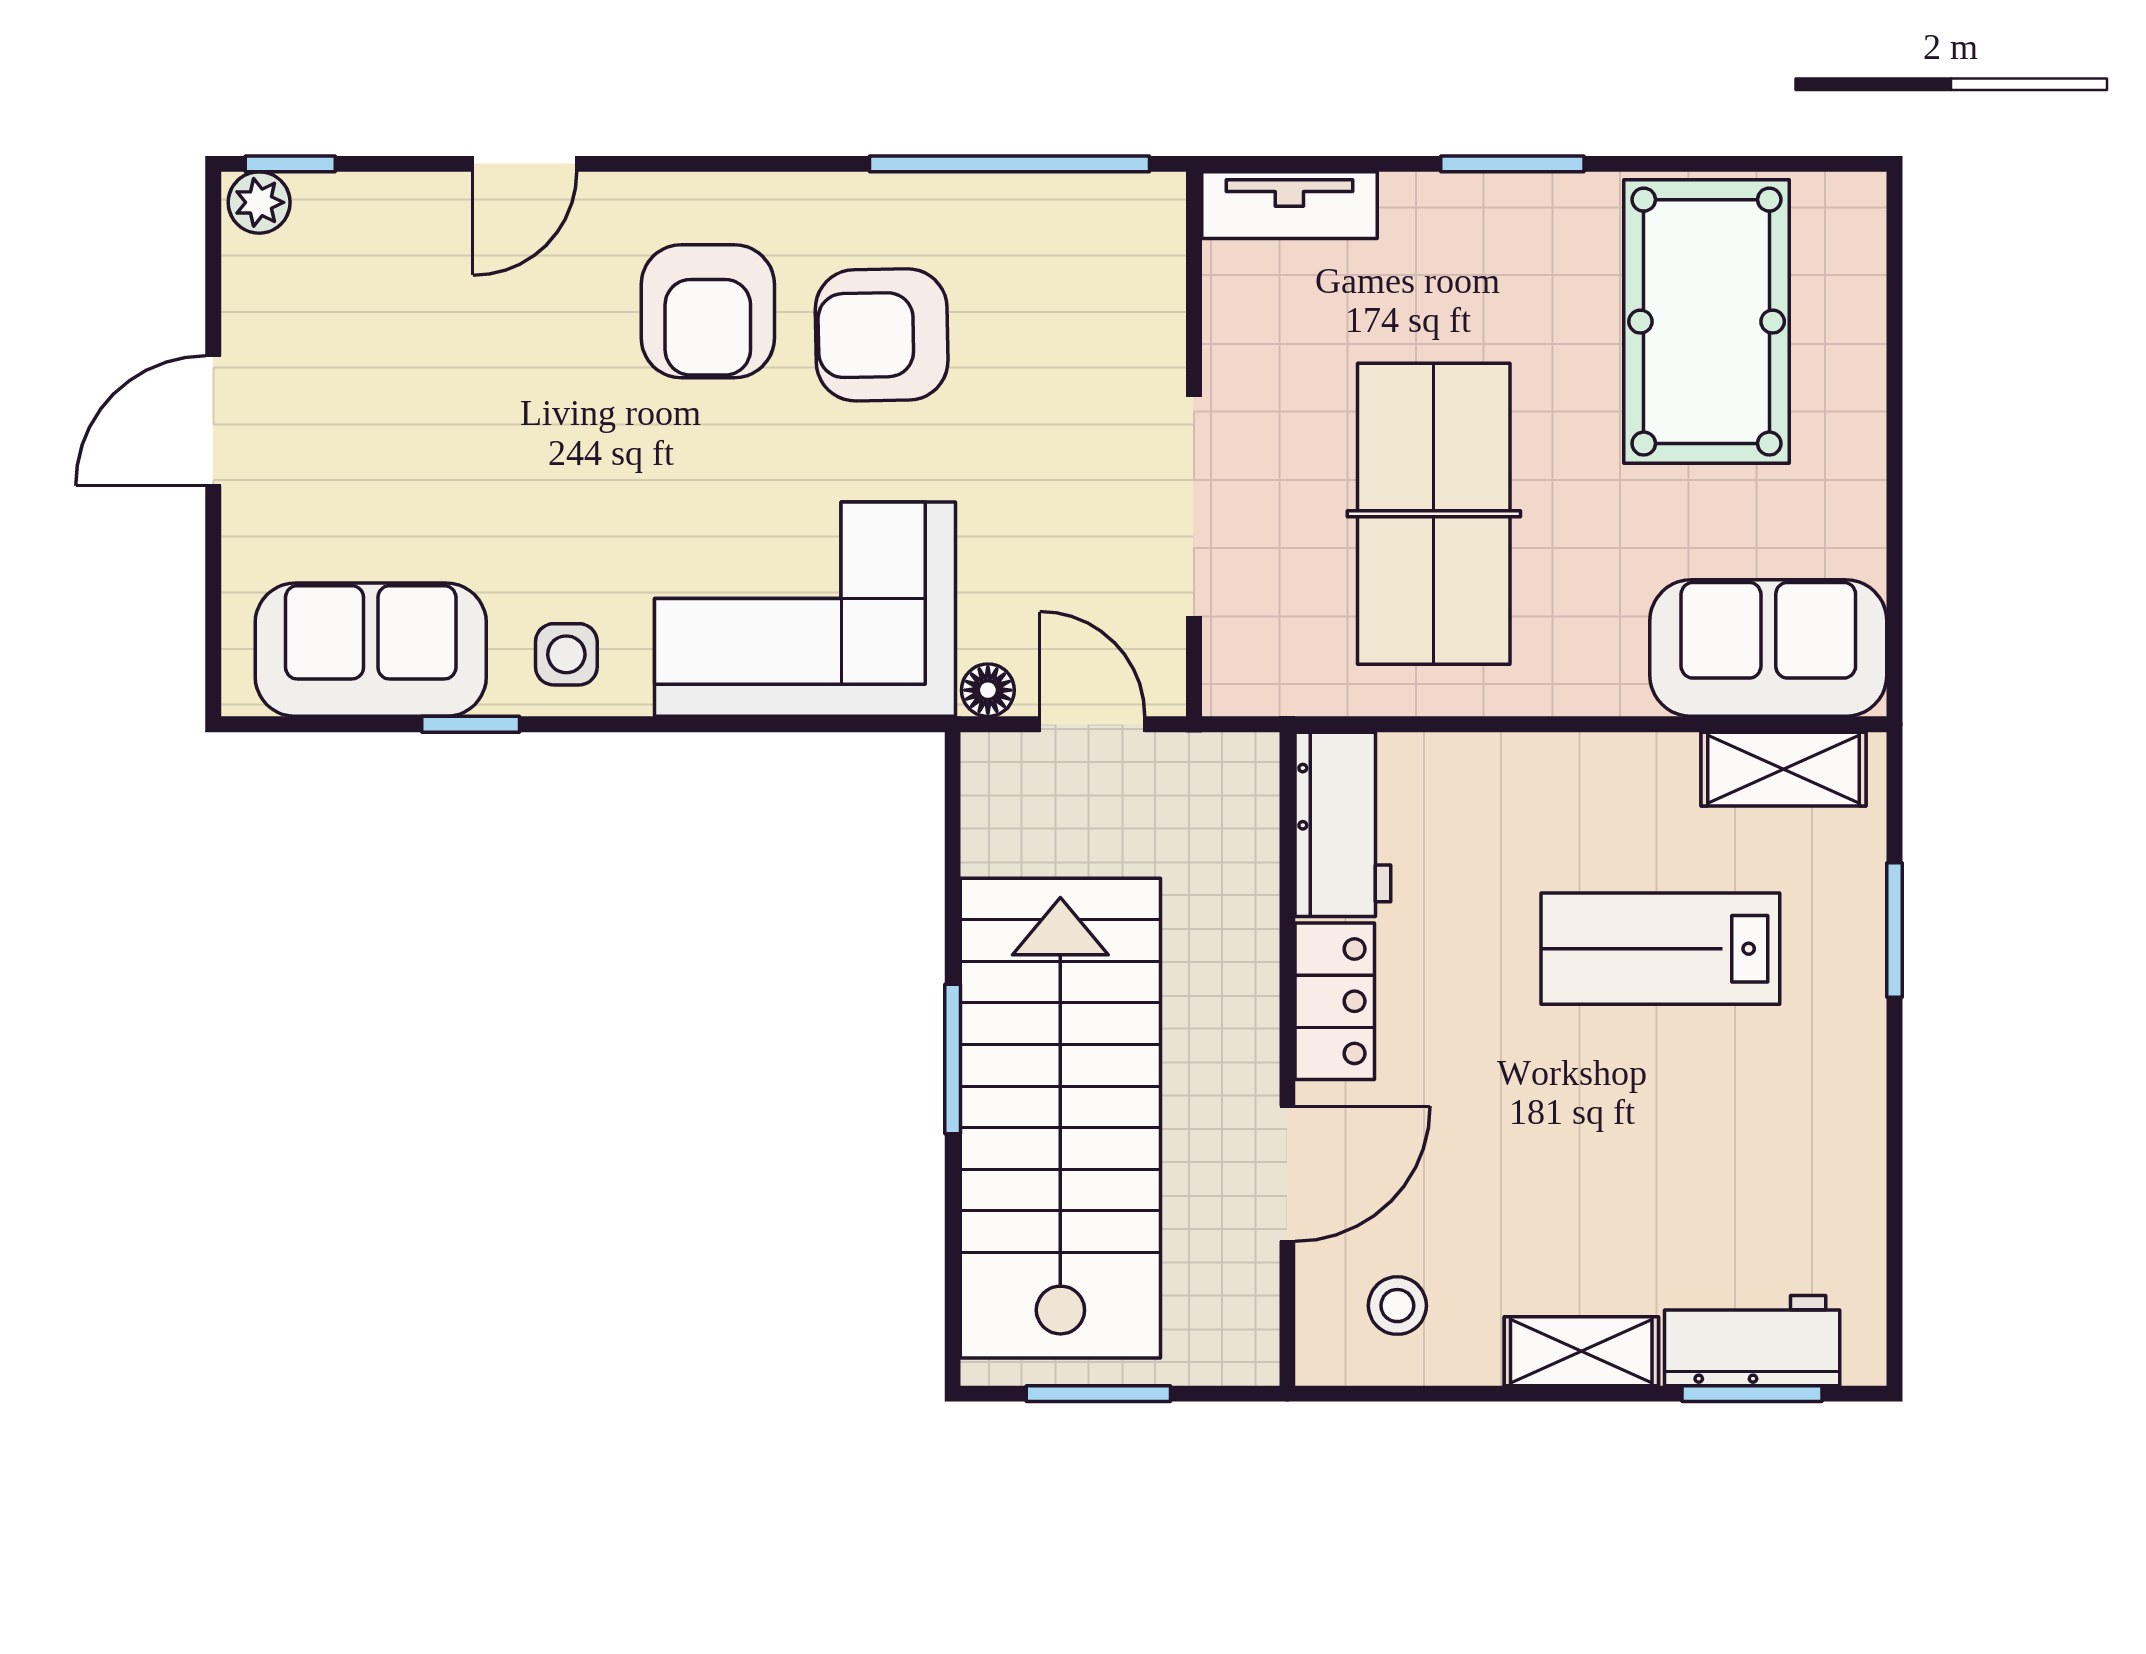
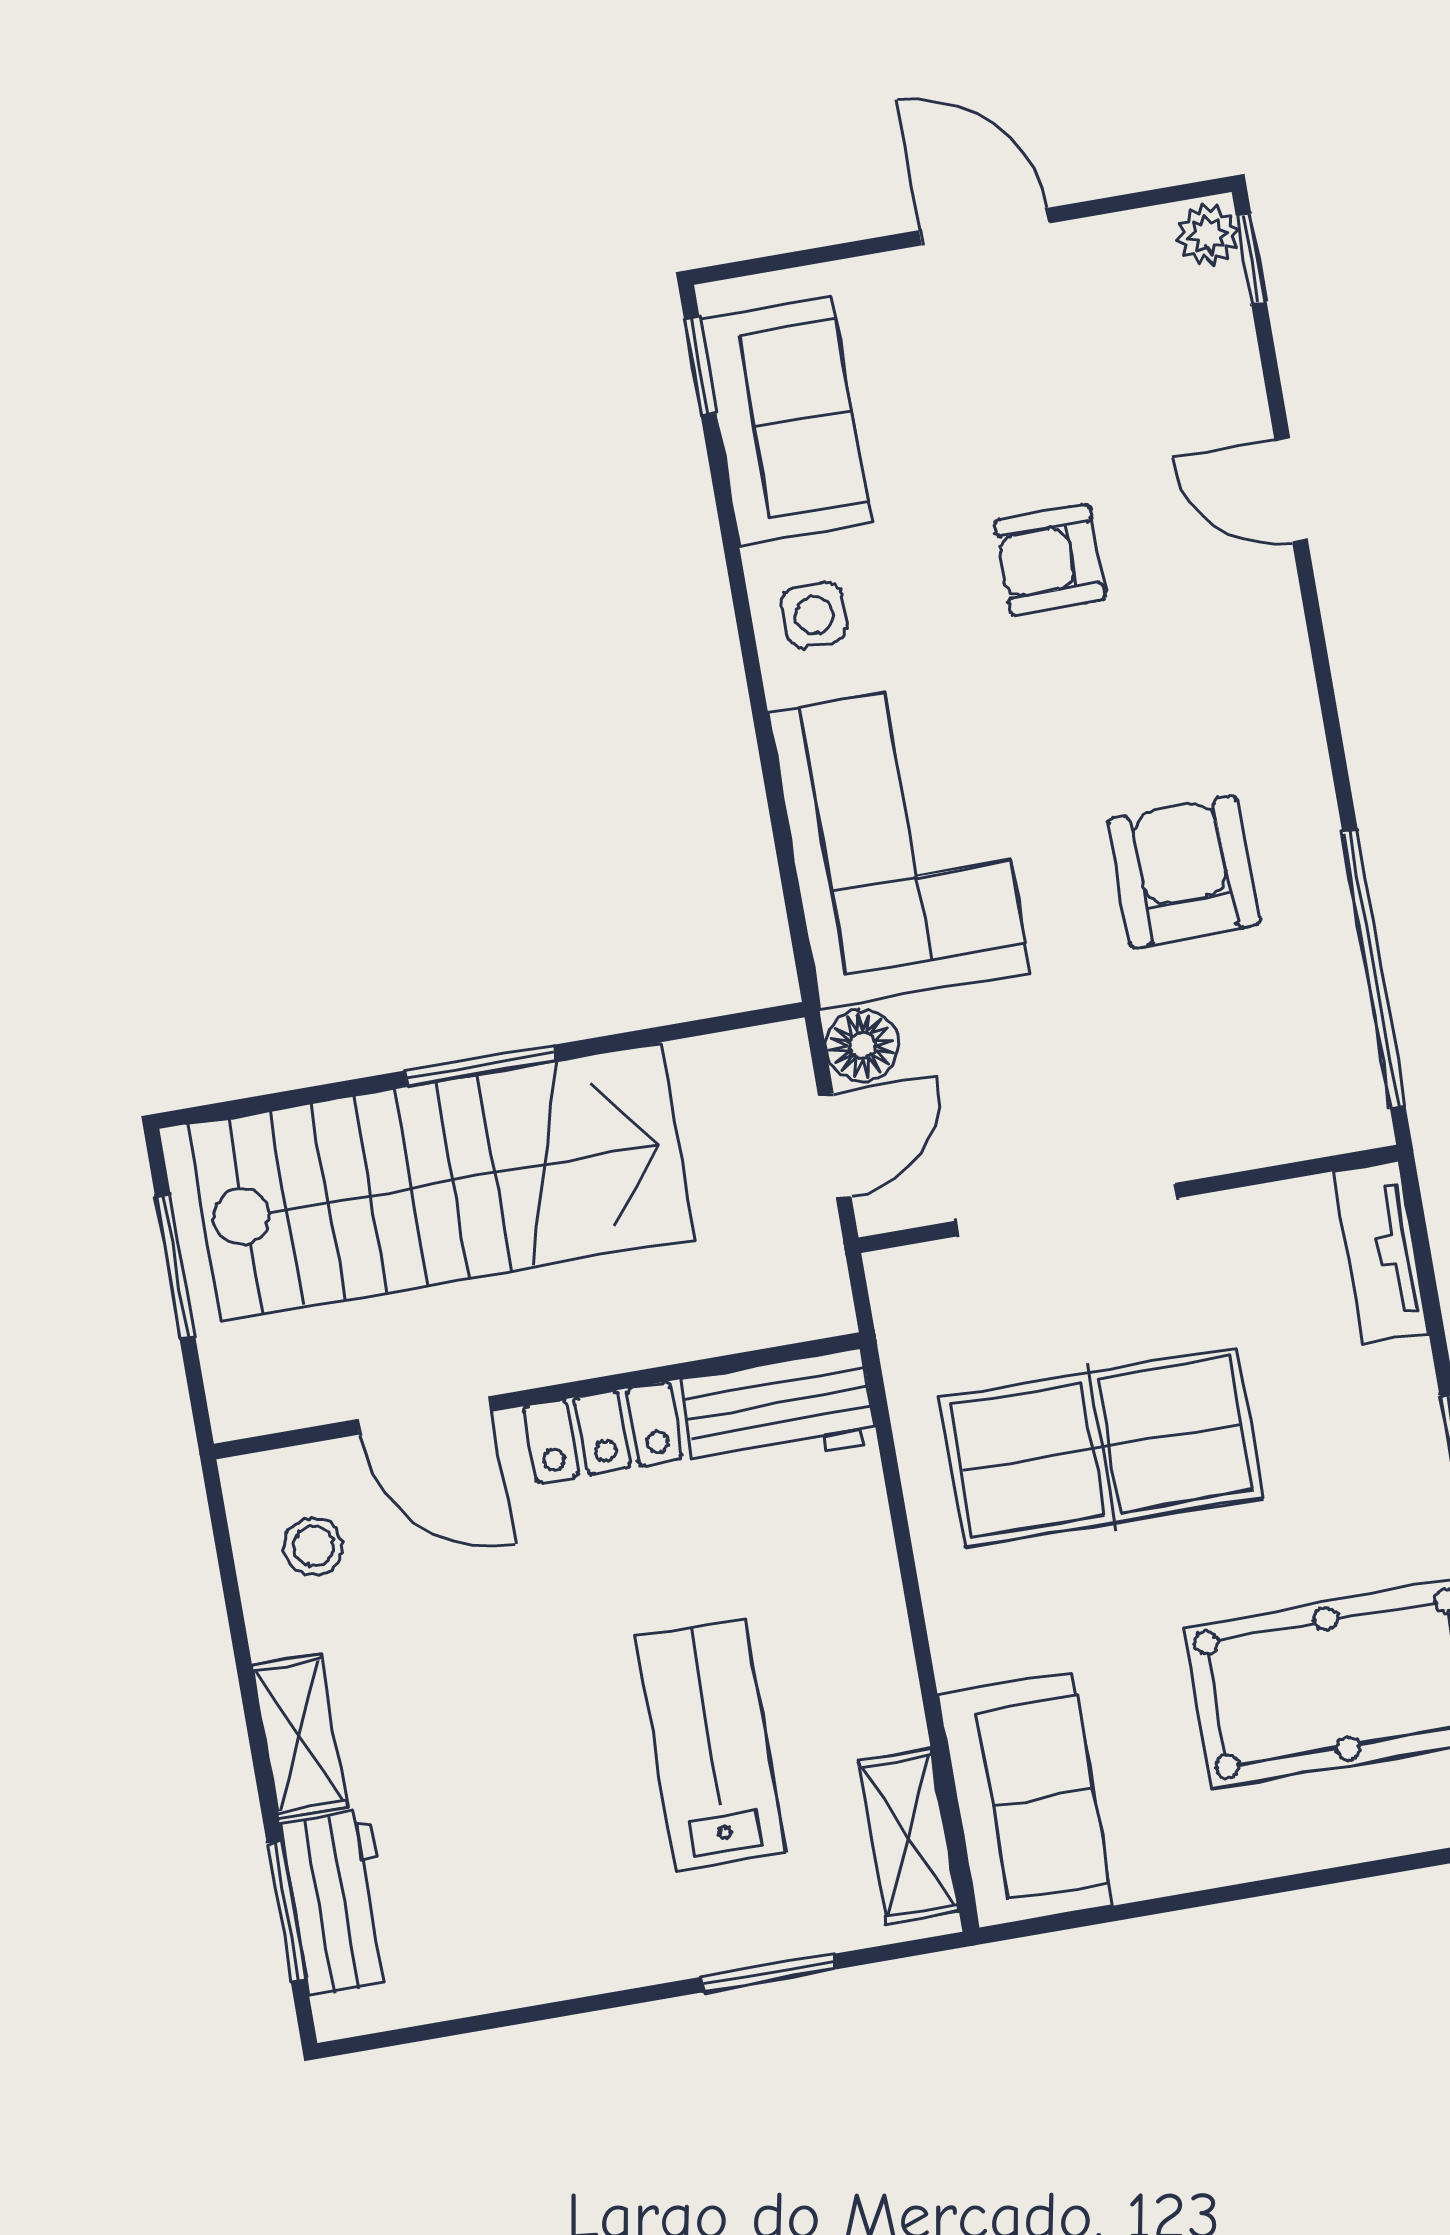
armchair: (708, 311) -> (1050, 560), moved, width x0.72, depth x0.72
floor lamp: (988, 690) -> (862, 1045), width x1.37, depth x1.37
window: (471, 724) -> (700, 367), moved

